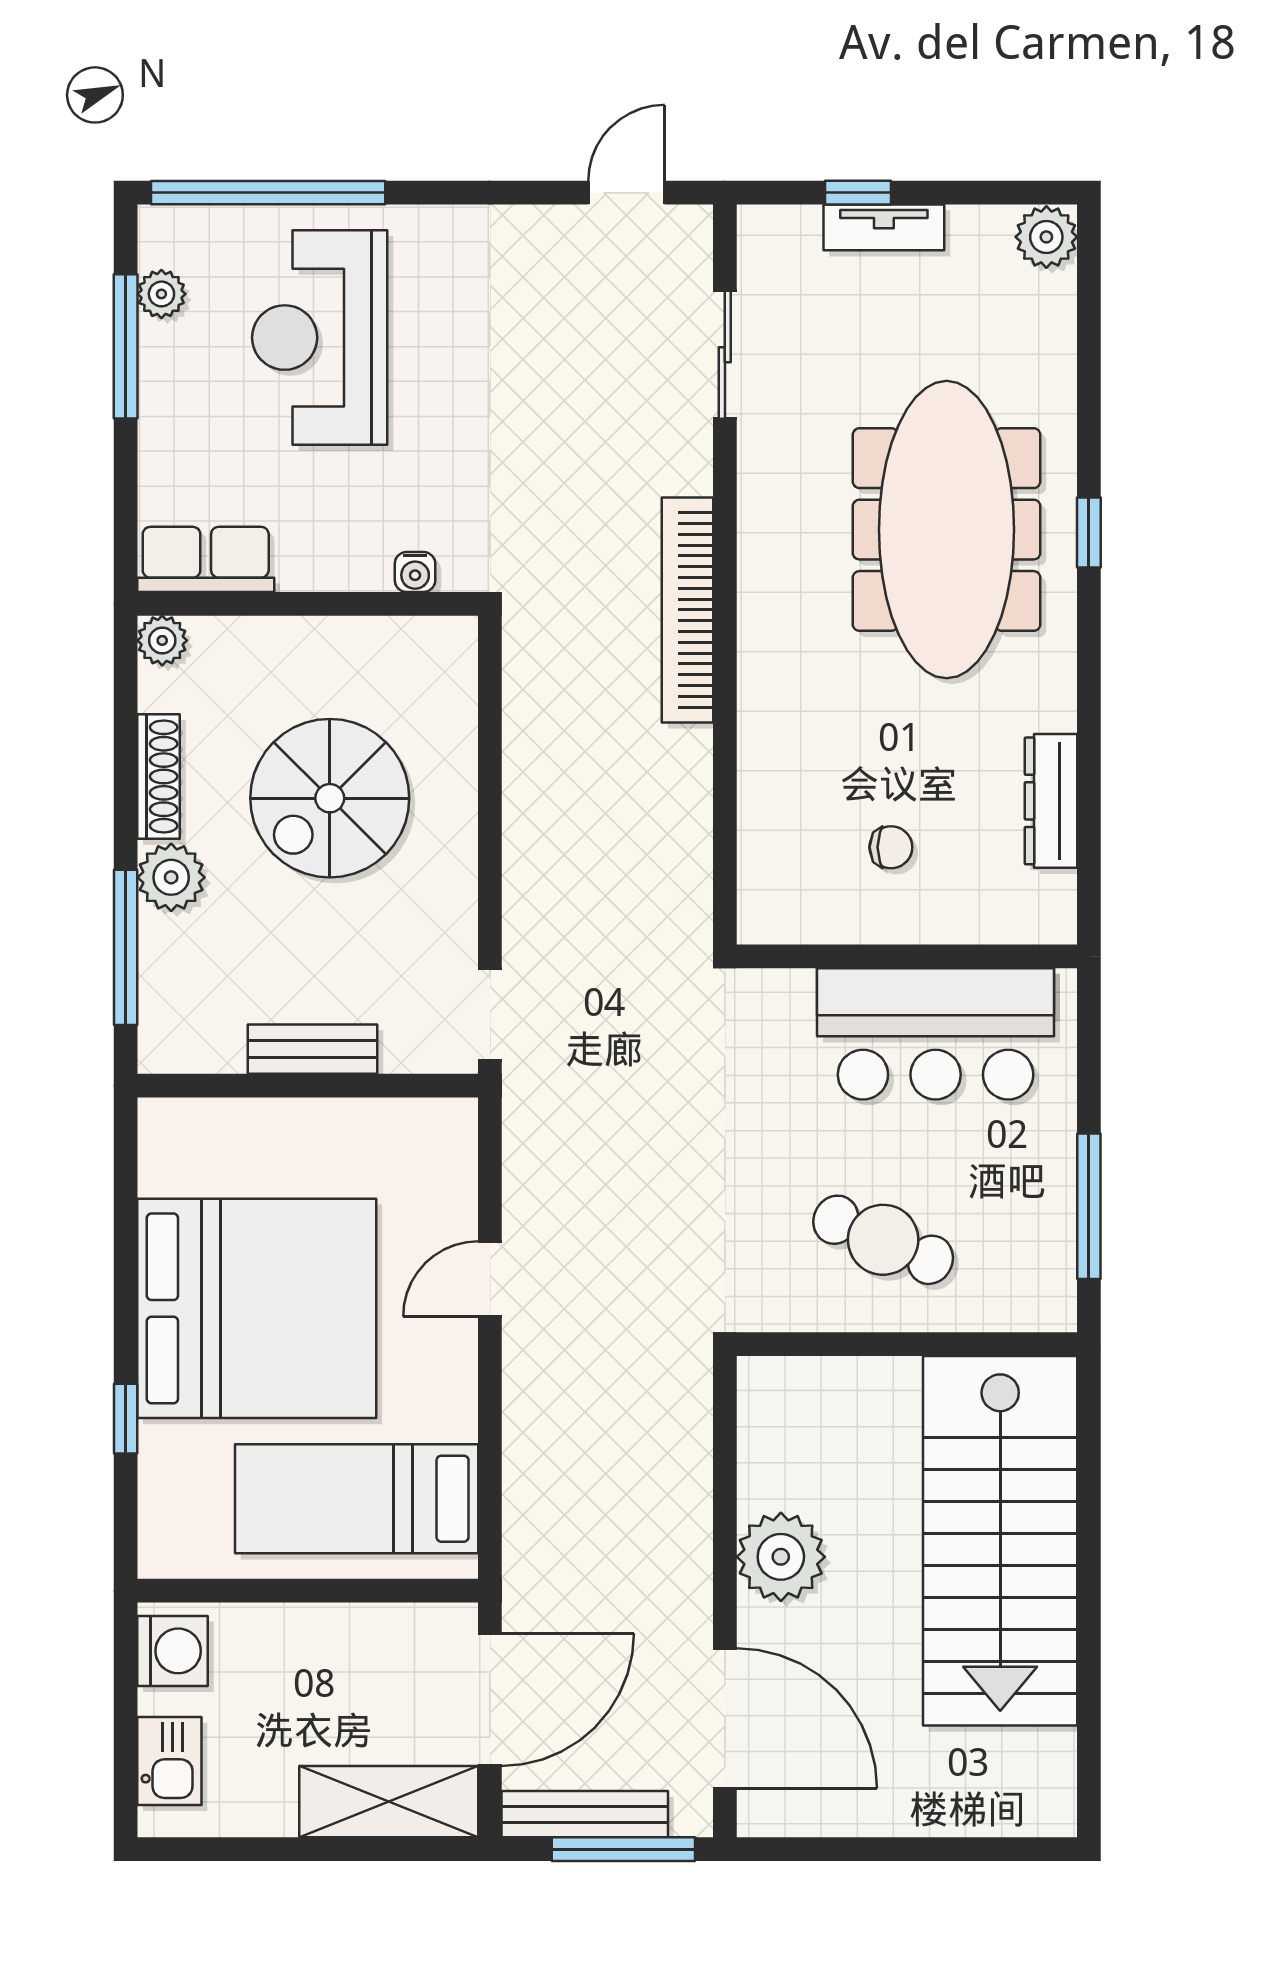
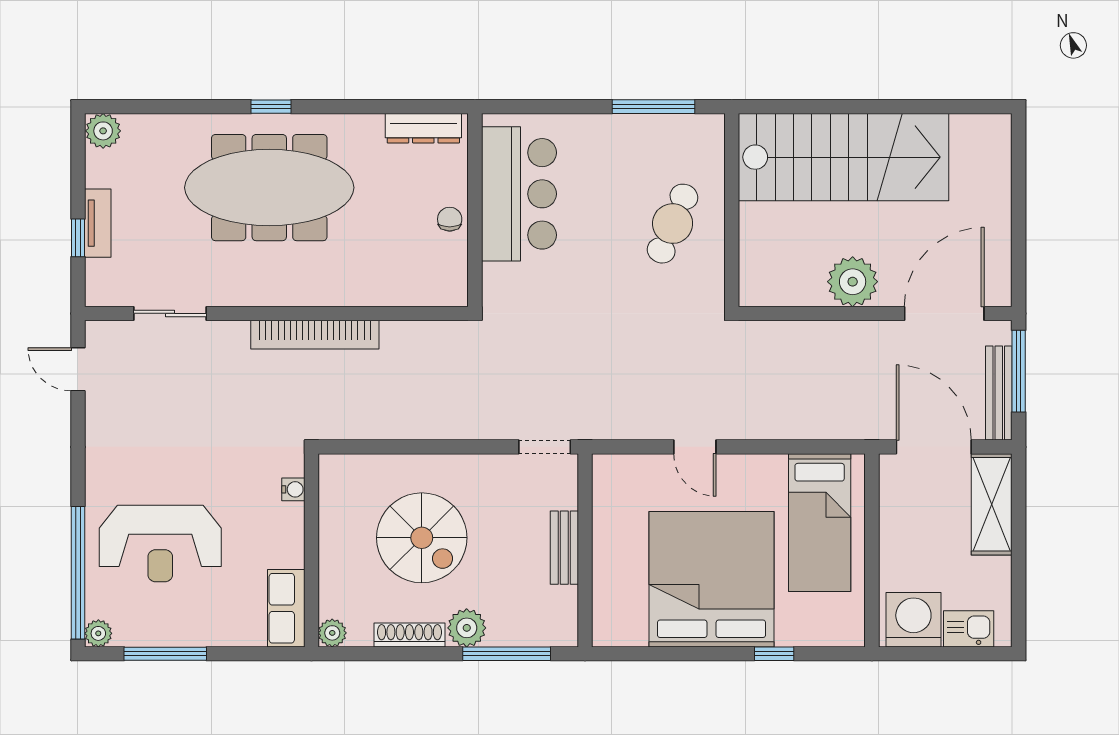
plant: (161, 294) -> (98, 633), moved
wall: (907, 956) -> (475, 210), moved
bar counter: (936, 1034) -> (519, 194), moved
washing machine: (173, 1651) -> (913, 620), width x1.37, depth x1.37

